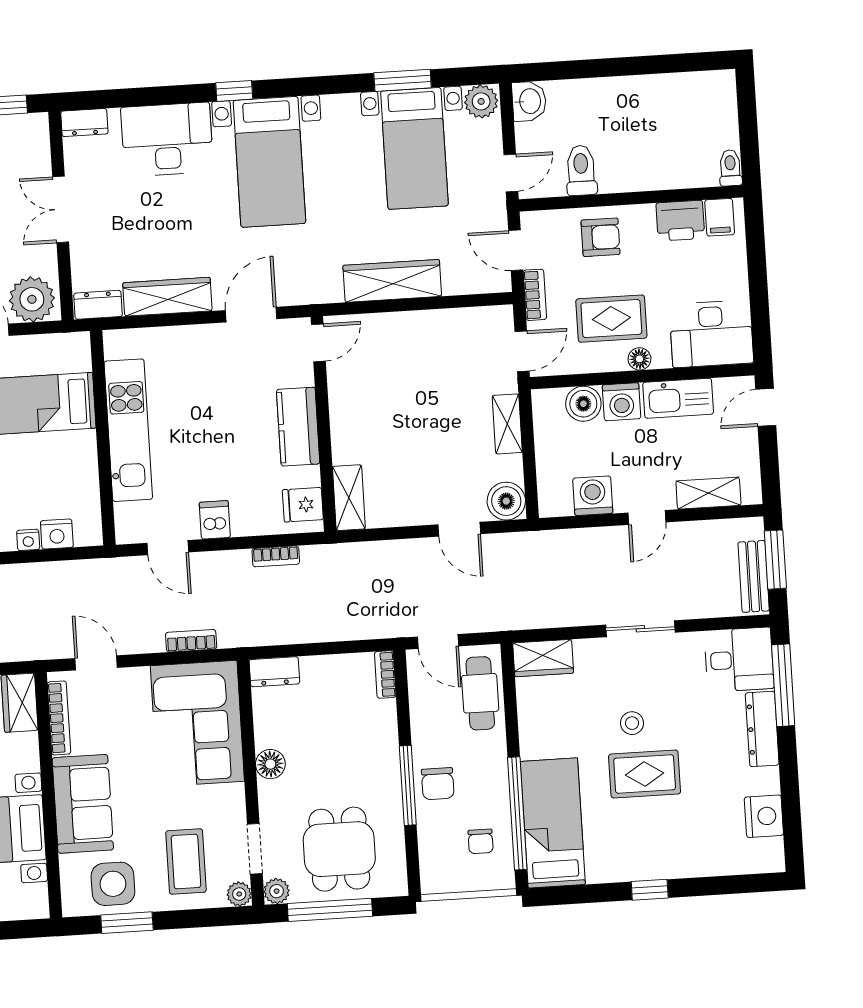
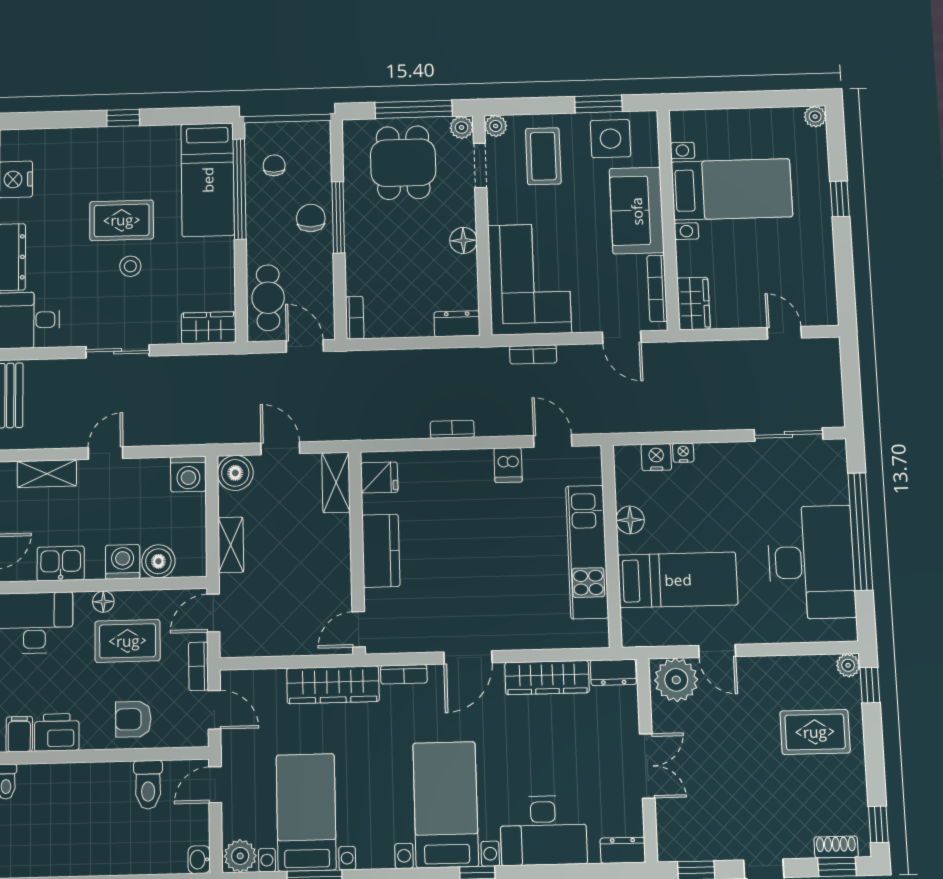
washbasin: (529, 101) -> (199, 860), width x0.72, depth x0.69
bookcase: (318, 295) -> (404, 674), added
door: (318, 343) -> (359, 629), moved
kitchen sink: (678, 398) -> (61, 563), width x0.73
wall: (324, 424) -> (357, 552), moved
kitchen counter: (298, 427) -> (381, 551), moved
floor lamp: (83, 466) -> (630, 520), added
washing machine: (593, 496) -> (188, 474), moved
shelving: (349, 498) -> (336, 483), moved
fridge: (303, 505) -> (379, 478), moved

